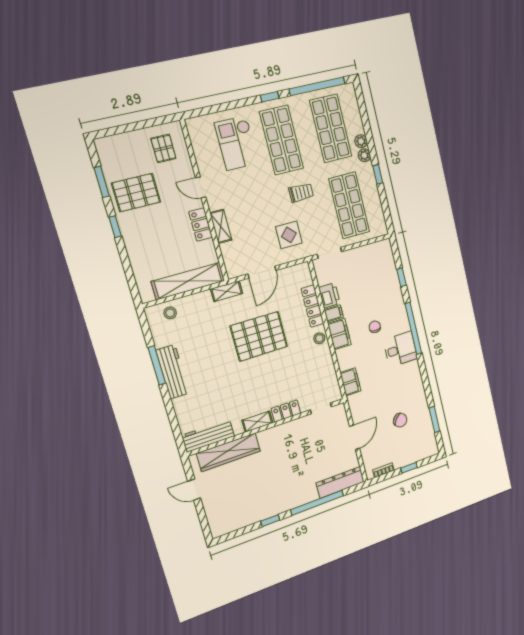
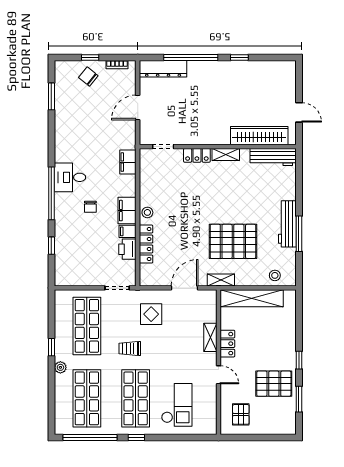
plant: (361, 141) -> (60, 381), removed
pallet: (259, 336) -> (233, 241), moved
chair: (400, 420) -> (88, 77), moved

